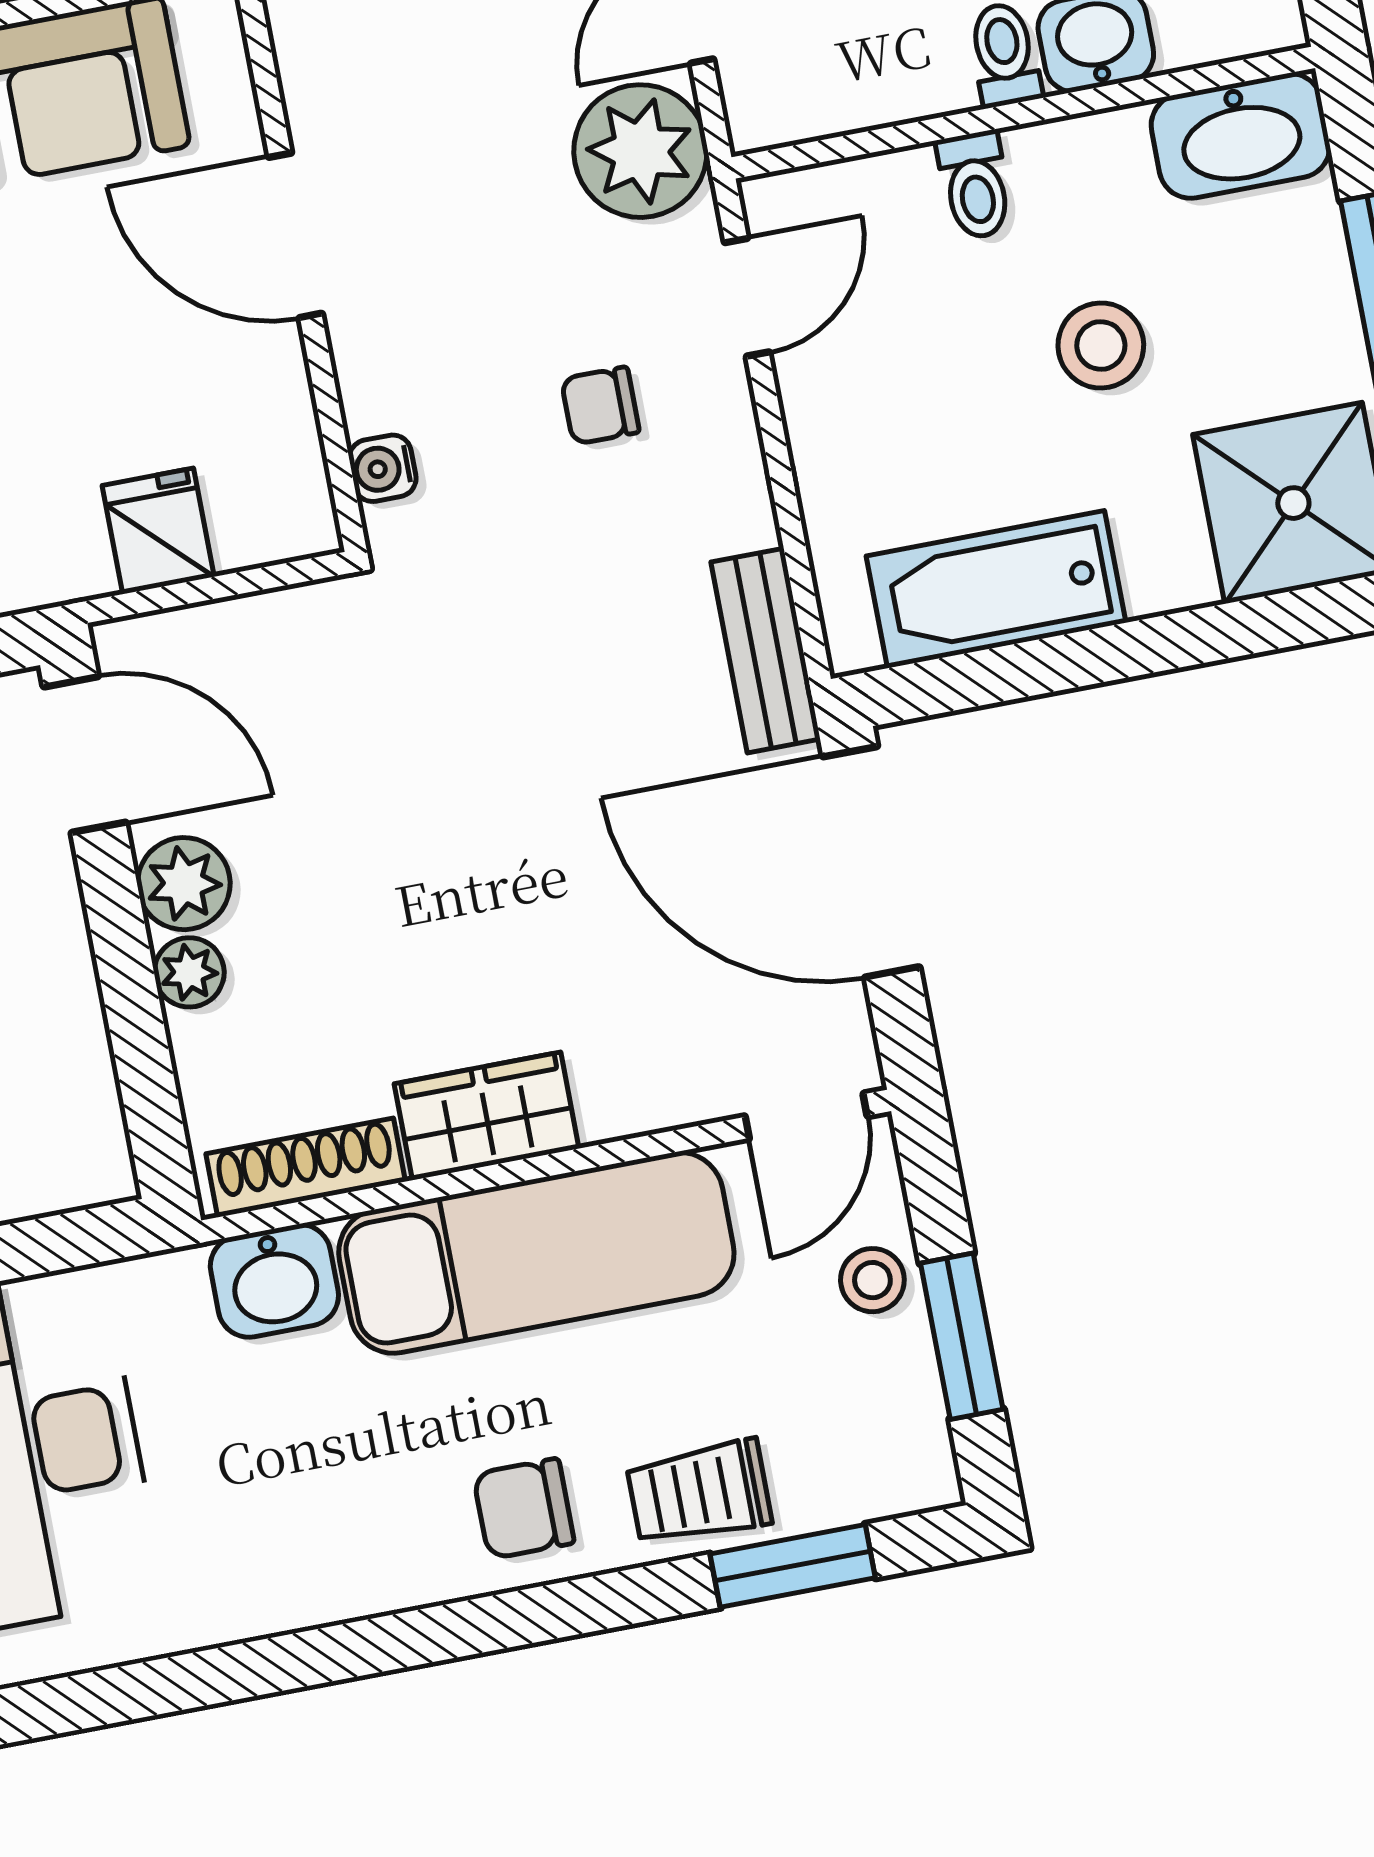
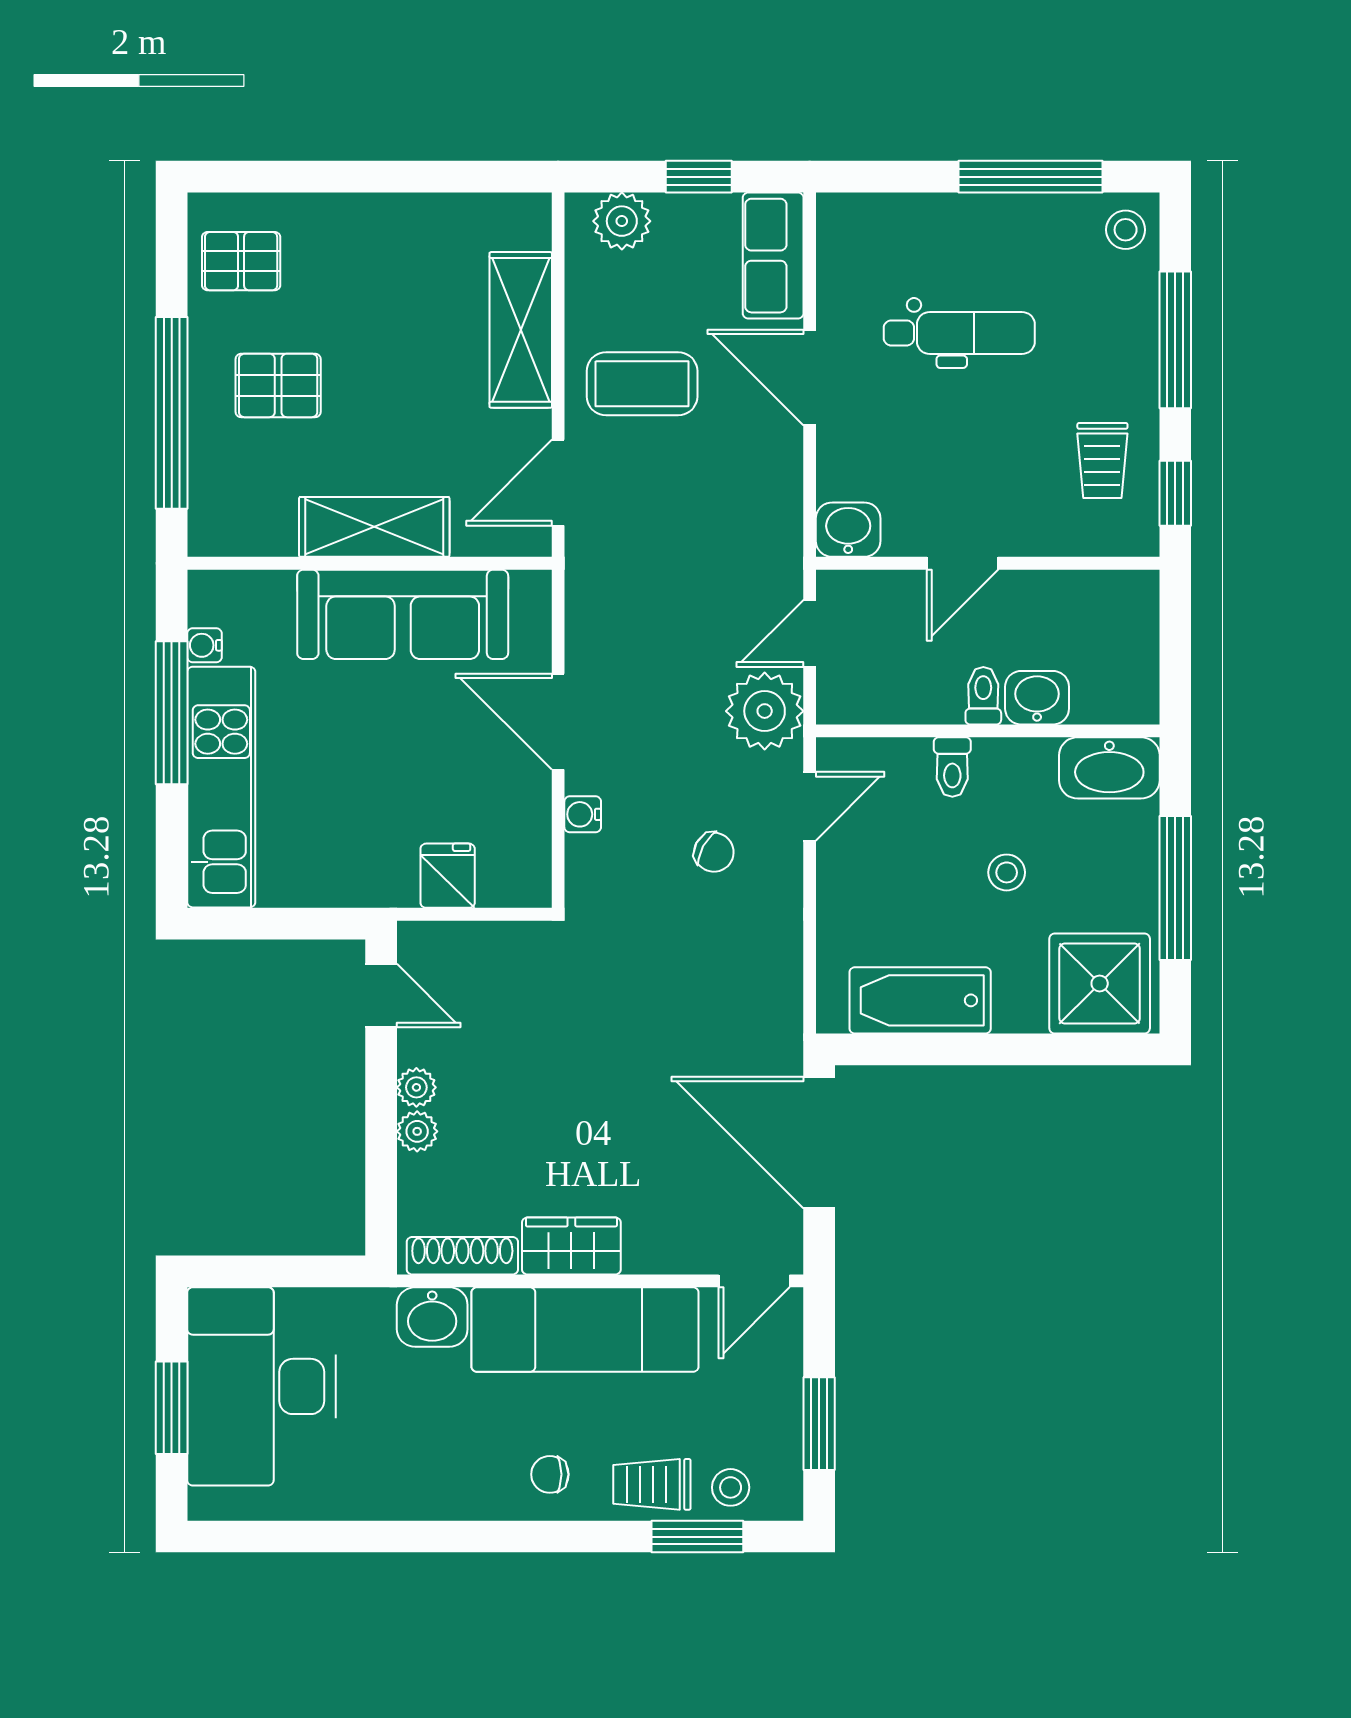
stool: (1101, 345) -> (1007, 872), width x0.73, depth x0.73
chair: (600, 406) -> (714, 852), turned -151
water cooler: (383, 468) -> (583, 814), moved
bench: (766, 651) -> (782, 1010), removed
door: (85, 755) -> (381, 995), width x0.73
plant: (184, 884) -> (416, 1087), width x0.73, depth x0.73
stool: (872, 1280) -> (731, 1487), moved
chair: (524, 1509) -> (550, 1474), width x0.73, depth x0.73

